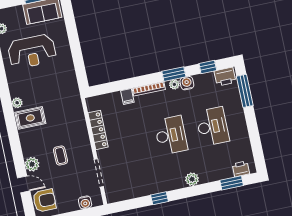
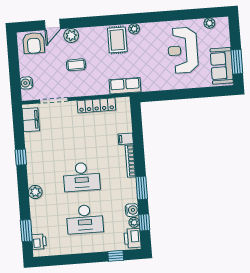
water cooler: (187, 83) -> (132, 210), moved
plant: (174, 84) -> (134, 222), moved
window: (245, 91) -> (116, 256), width x0.46
row of seats: (75, 104) -> (125, 86), added
filing cabinet: (121, 193) -> (31, 120), added

